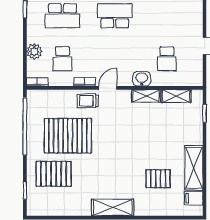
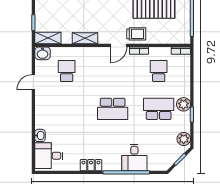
plant: (34, 52) -> (183, 104), moved
washbasin: (142, 79) -> (43, 53), moved
shelving: (176, 96) -> (48, 38), moved

